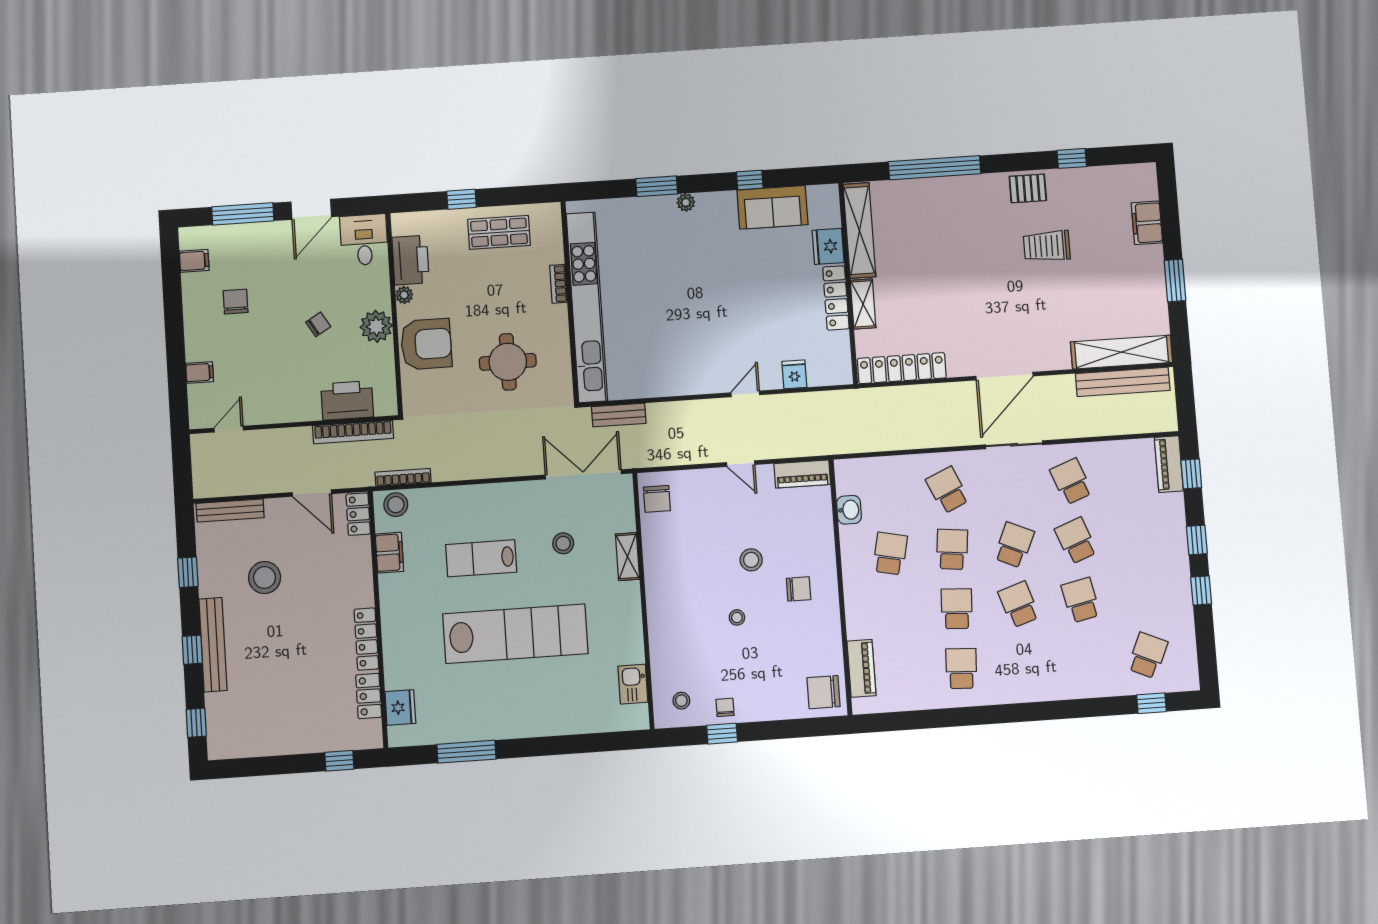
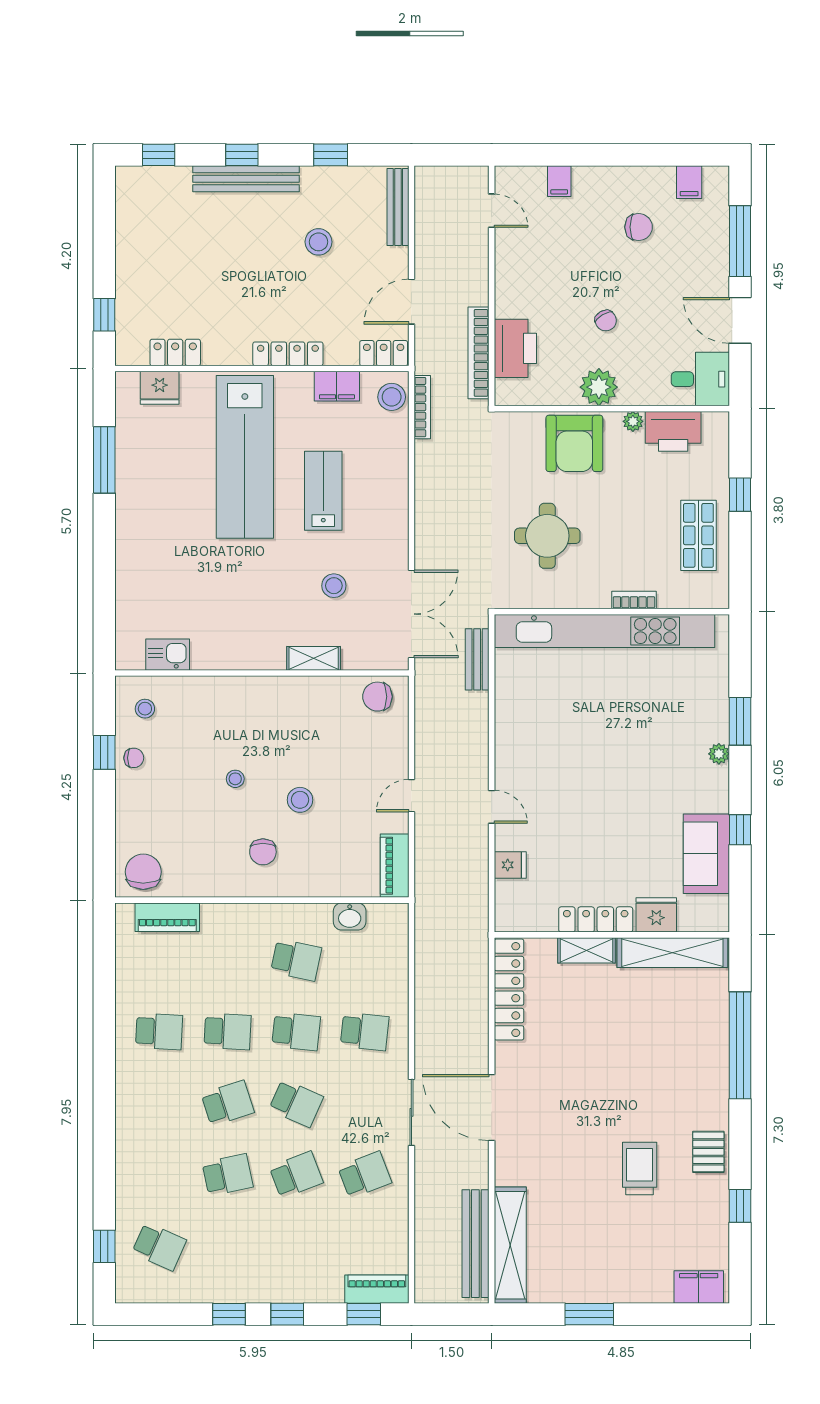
filing cabinet: (1147, 223) -> (699, 1287), moved
school desk: (948, 490) -> (365, 1031), turned 30
stool: (265, 578) -> (318, 242), width x0.73, depth x0.73
lab bench: (515, 634) -> (245, 457), moved
locker: (366, 639) -> (288, 354), moved

